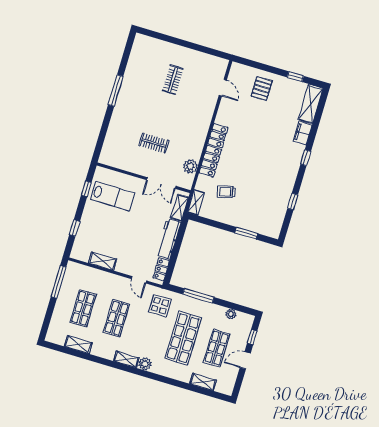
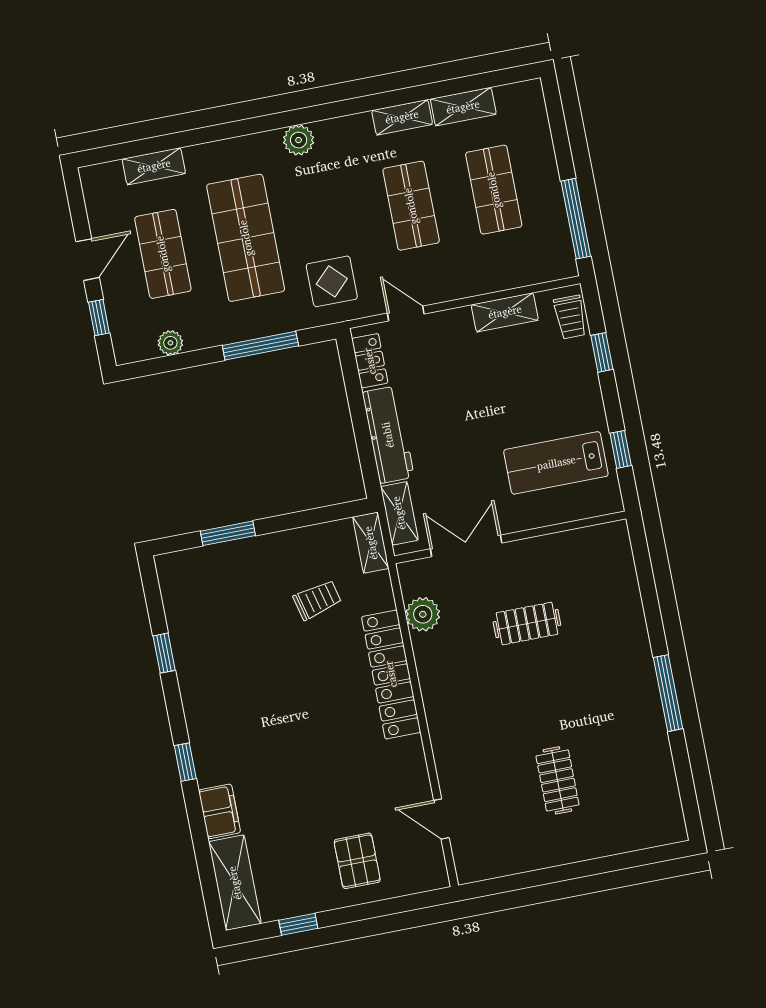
trolley: (79, 247) -> (570, 317), added
shelving: (126, 359) -> (402, 117), moved

